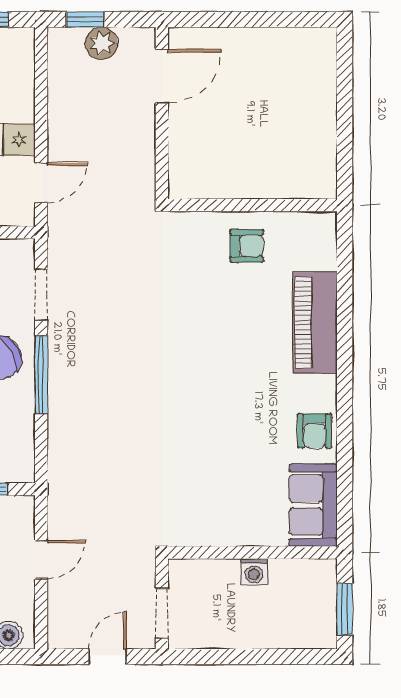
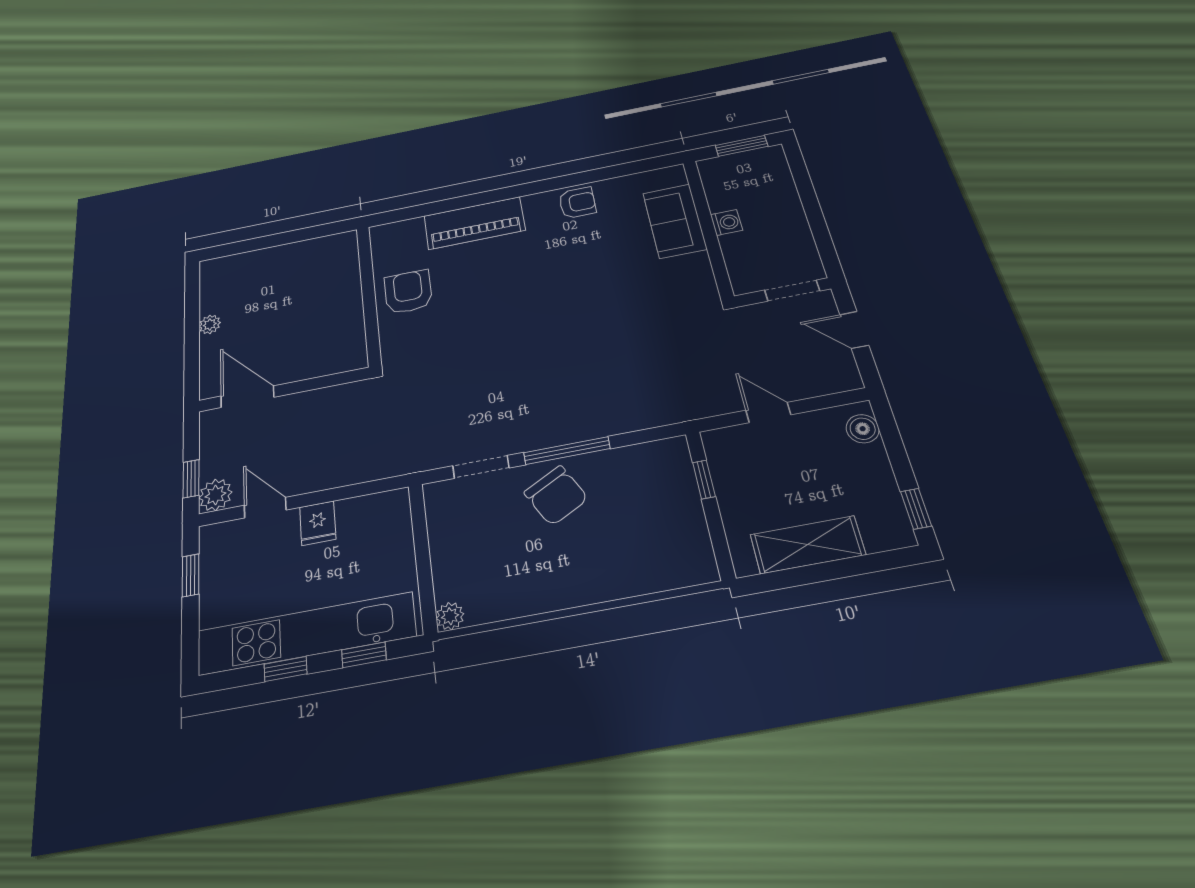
plant: (255, 38) -> (210, 324), added
plant: (101, 43) -> (215, 495), moved
door: (41, 183) -> (265, 508), moved
armchair: (247, 246) -> (408, 292), width x1.38, depth x1.38
sofa: (313, 505) -> (675, 221), moved, turned 90

